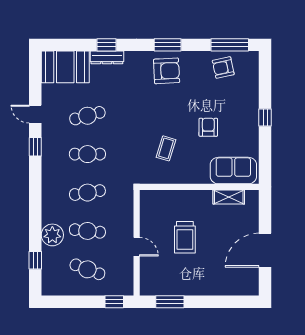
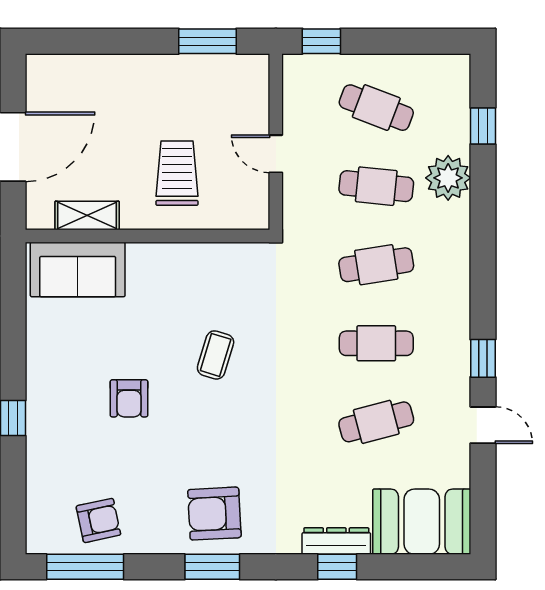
sofa: (233, 171) -> (78, 269), moved
wall: (199, 187) -> (147, 236), moved
shelving: (229, 197) -> (87, 215), moved

